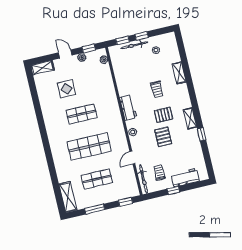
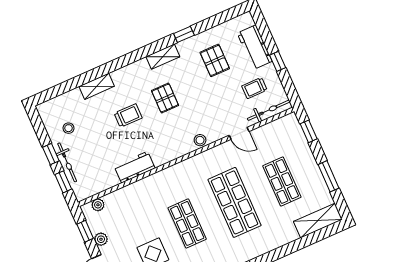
workbench: (128, 108) -> (135, 167), moved
pallet: (163, 137) -> (215, 60), moved, turned 90

